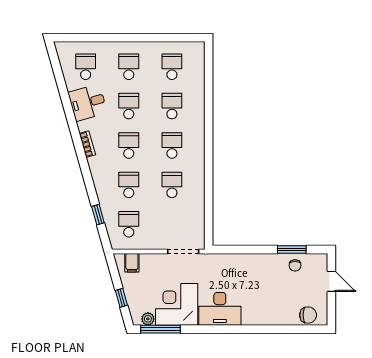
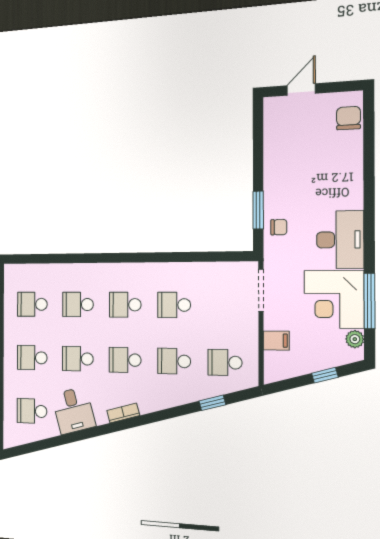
window: (292, 250) -> (258, 210), moved
filing cabinet: (132, 263) -> (276, 340), moved
chair: (295, 265) -> (279, 227), moved
window: (161, 329) -> (369, 301), moved

